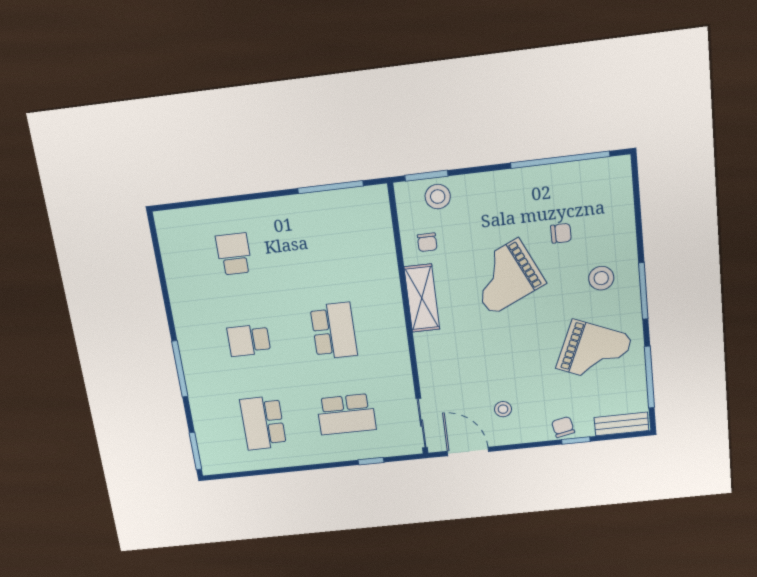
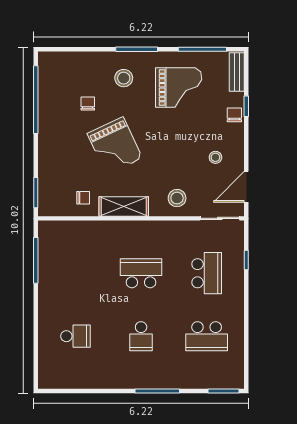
stool: (438, 197) -> (177, 198), moved
school desk: (234, 254) -> (75, 336), turned 180
grand piano: (594, 352) -> (179, 87), turned 67
chair: (563, 427) -> (234, 115), turned 102

